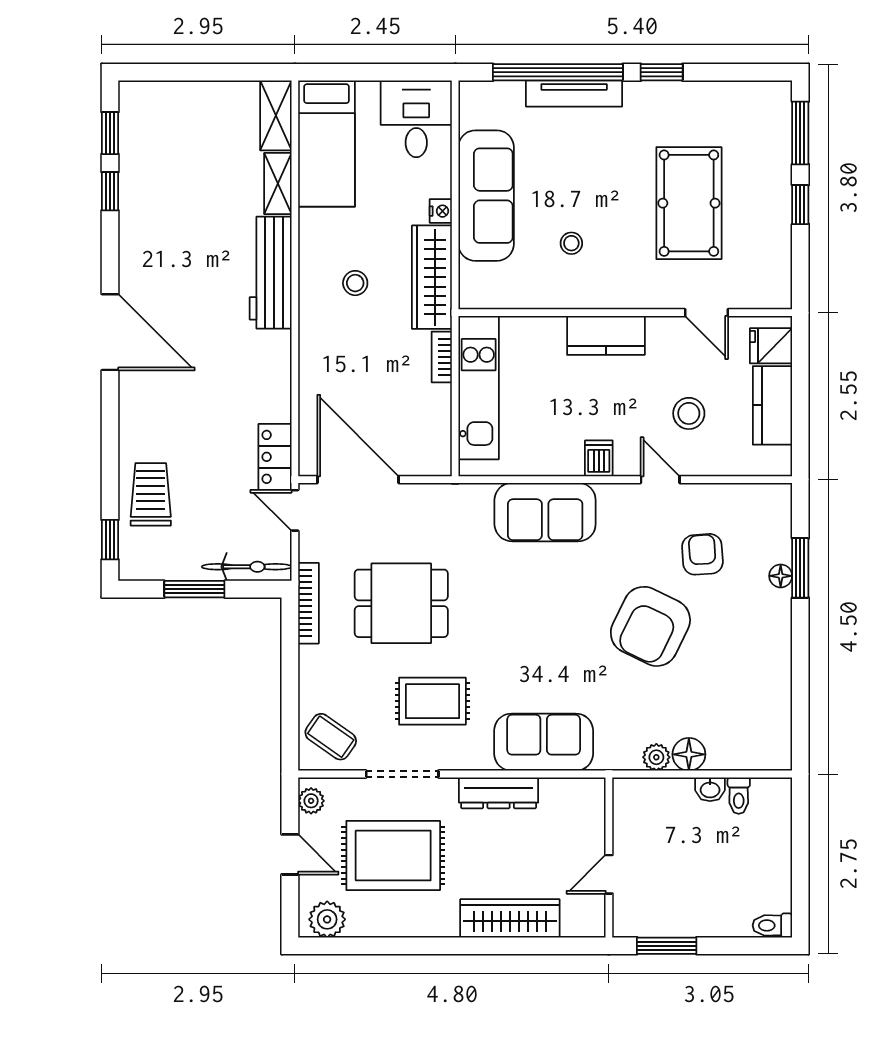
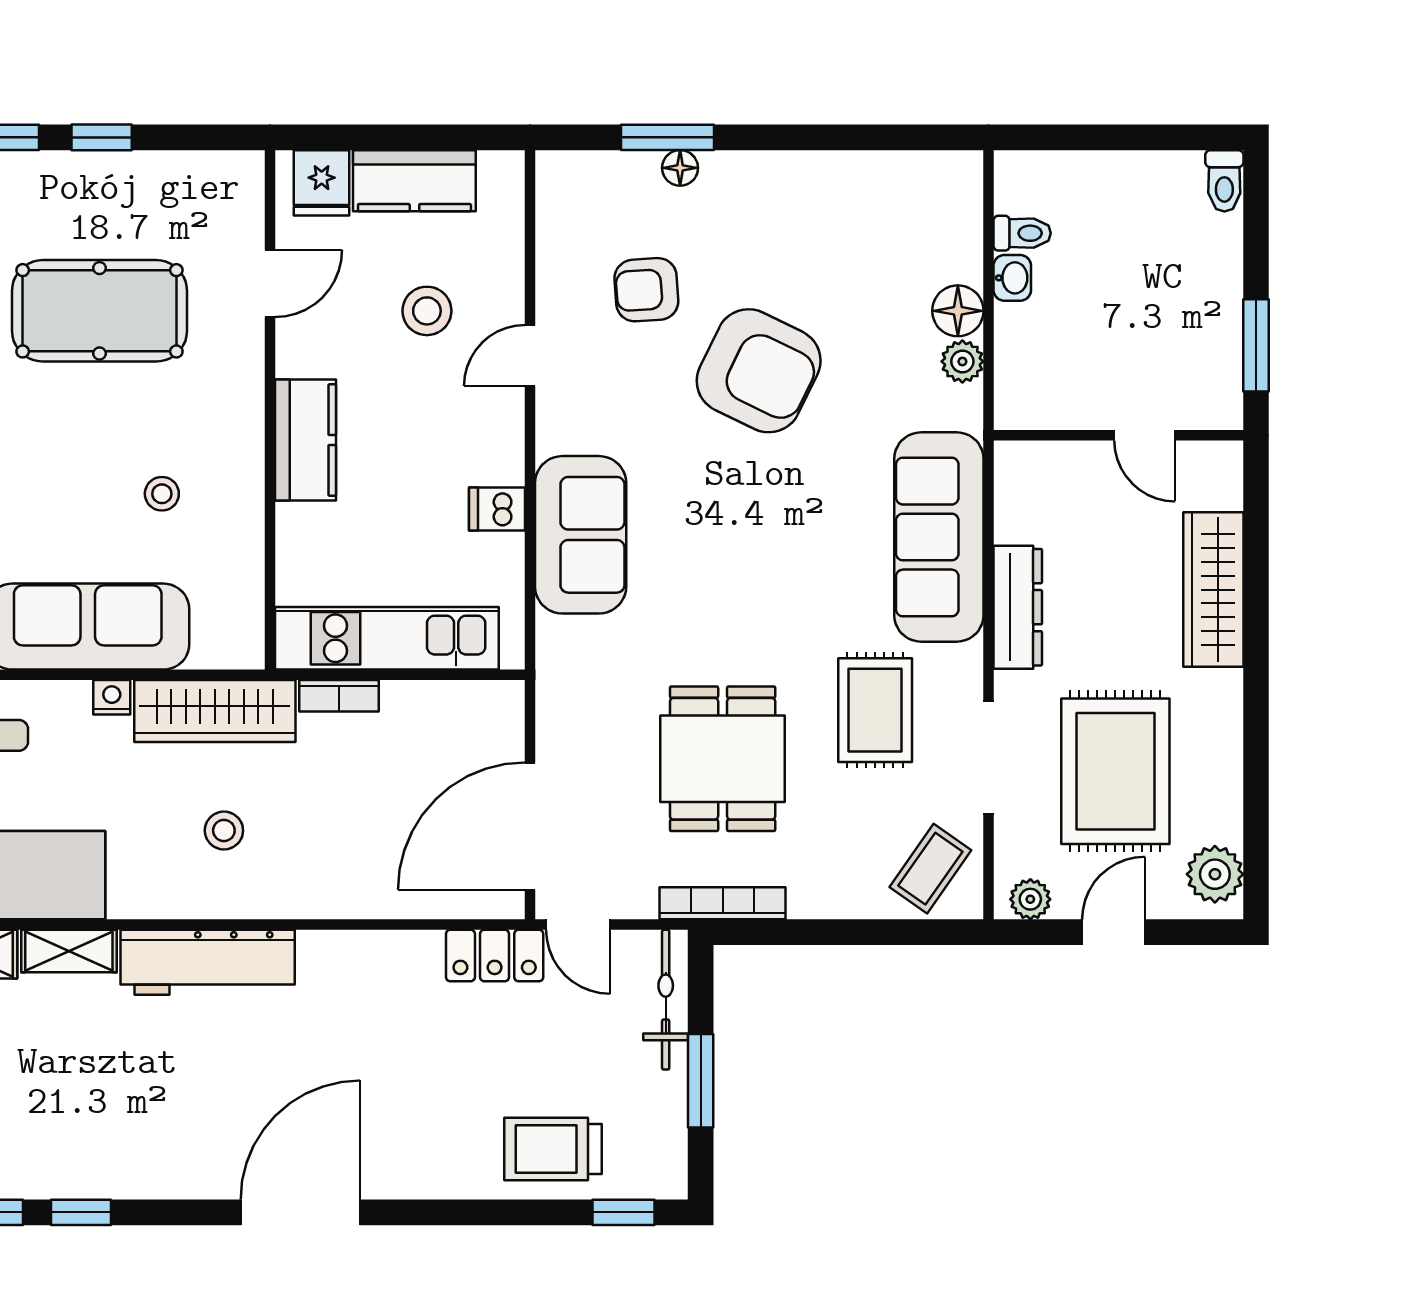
dishwasher: (599, 458) -> (497, 509), moved
door: (295, 510) -> (578, 924), hinge flipped
sofa: (544, 742) -> (939, 537), width x1.36

